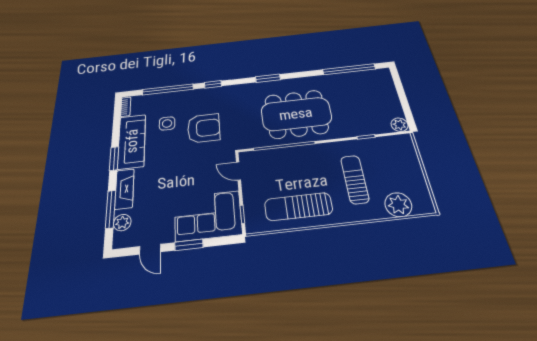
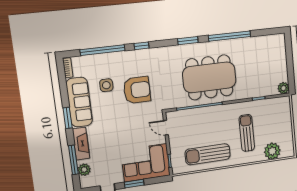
window: (349, 69) -> (230, 36), moved

